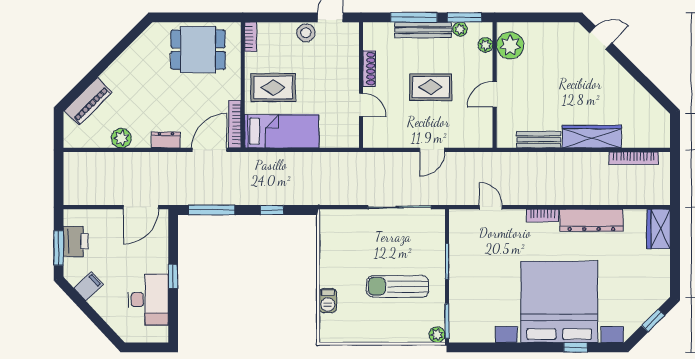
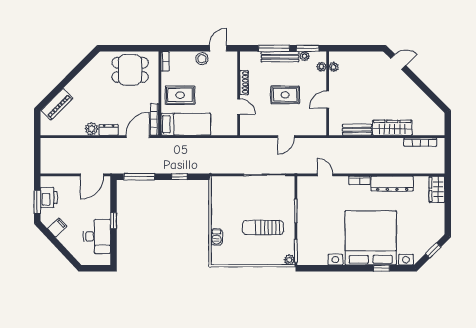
plant: (510, 45) -> (334, 67), width x0.53, depth x0.53
plant: (121, 138) -> (92, 129), moved

